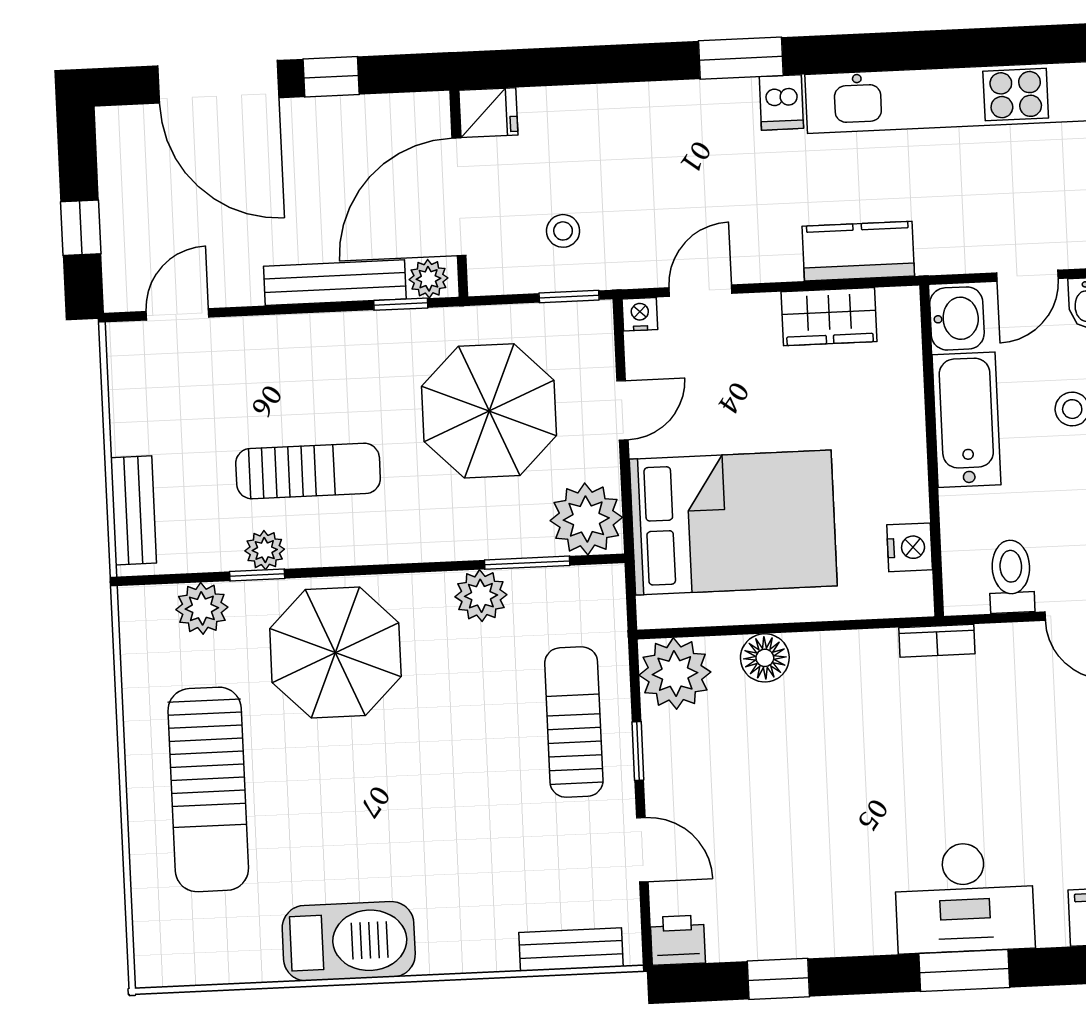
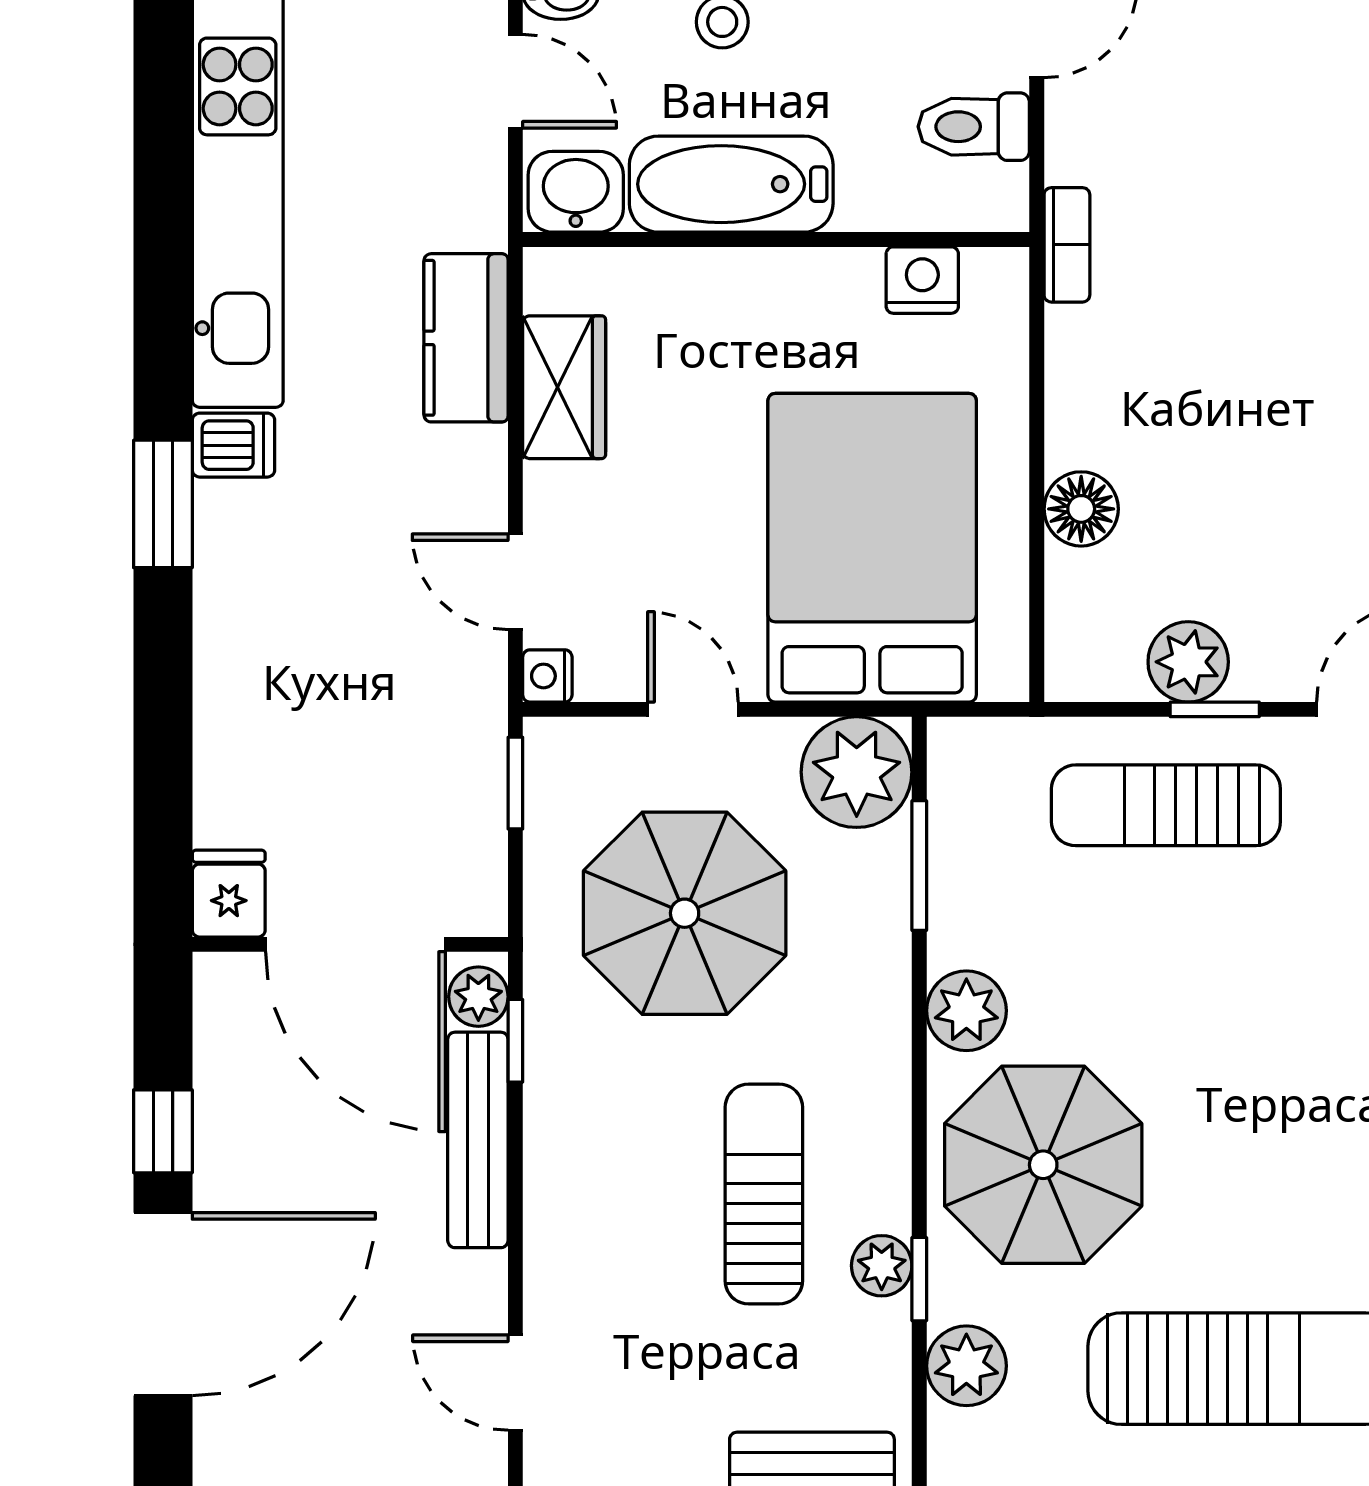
stool: (563, 231) -> (415, 788), removed
plant: (481, 596) -> (966, 1011), moved
plant: (675, 674) -> (1188, 662), moved, width x0.73, depth x0.73

